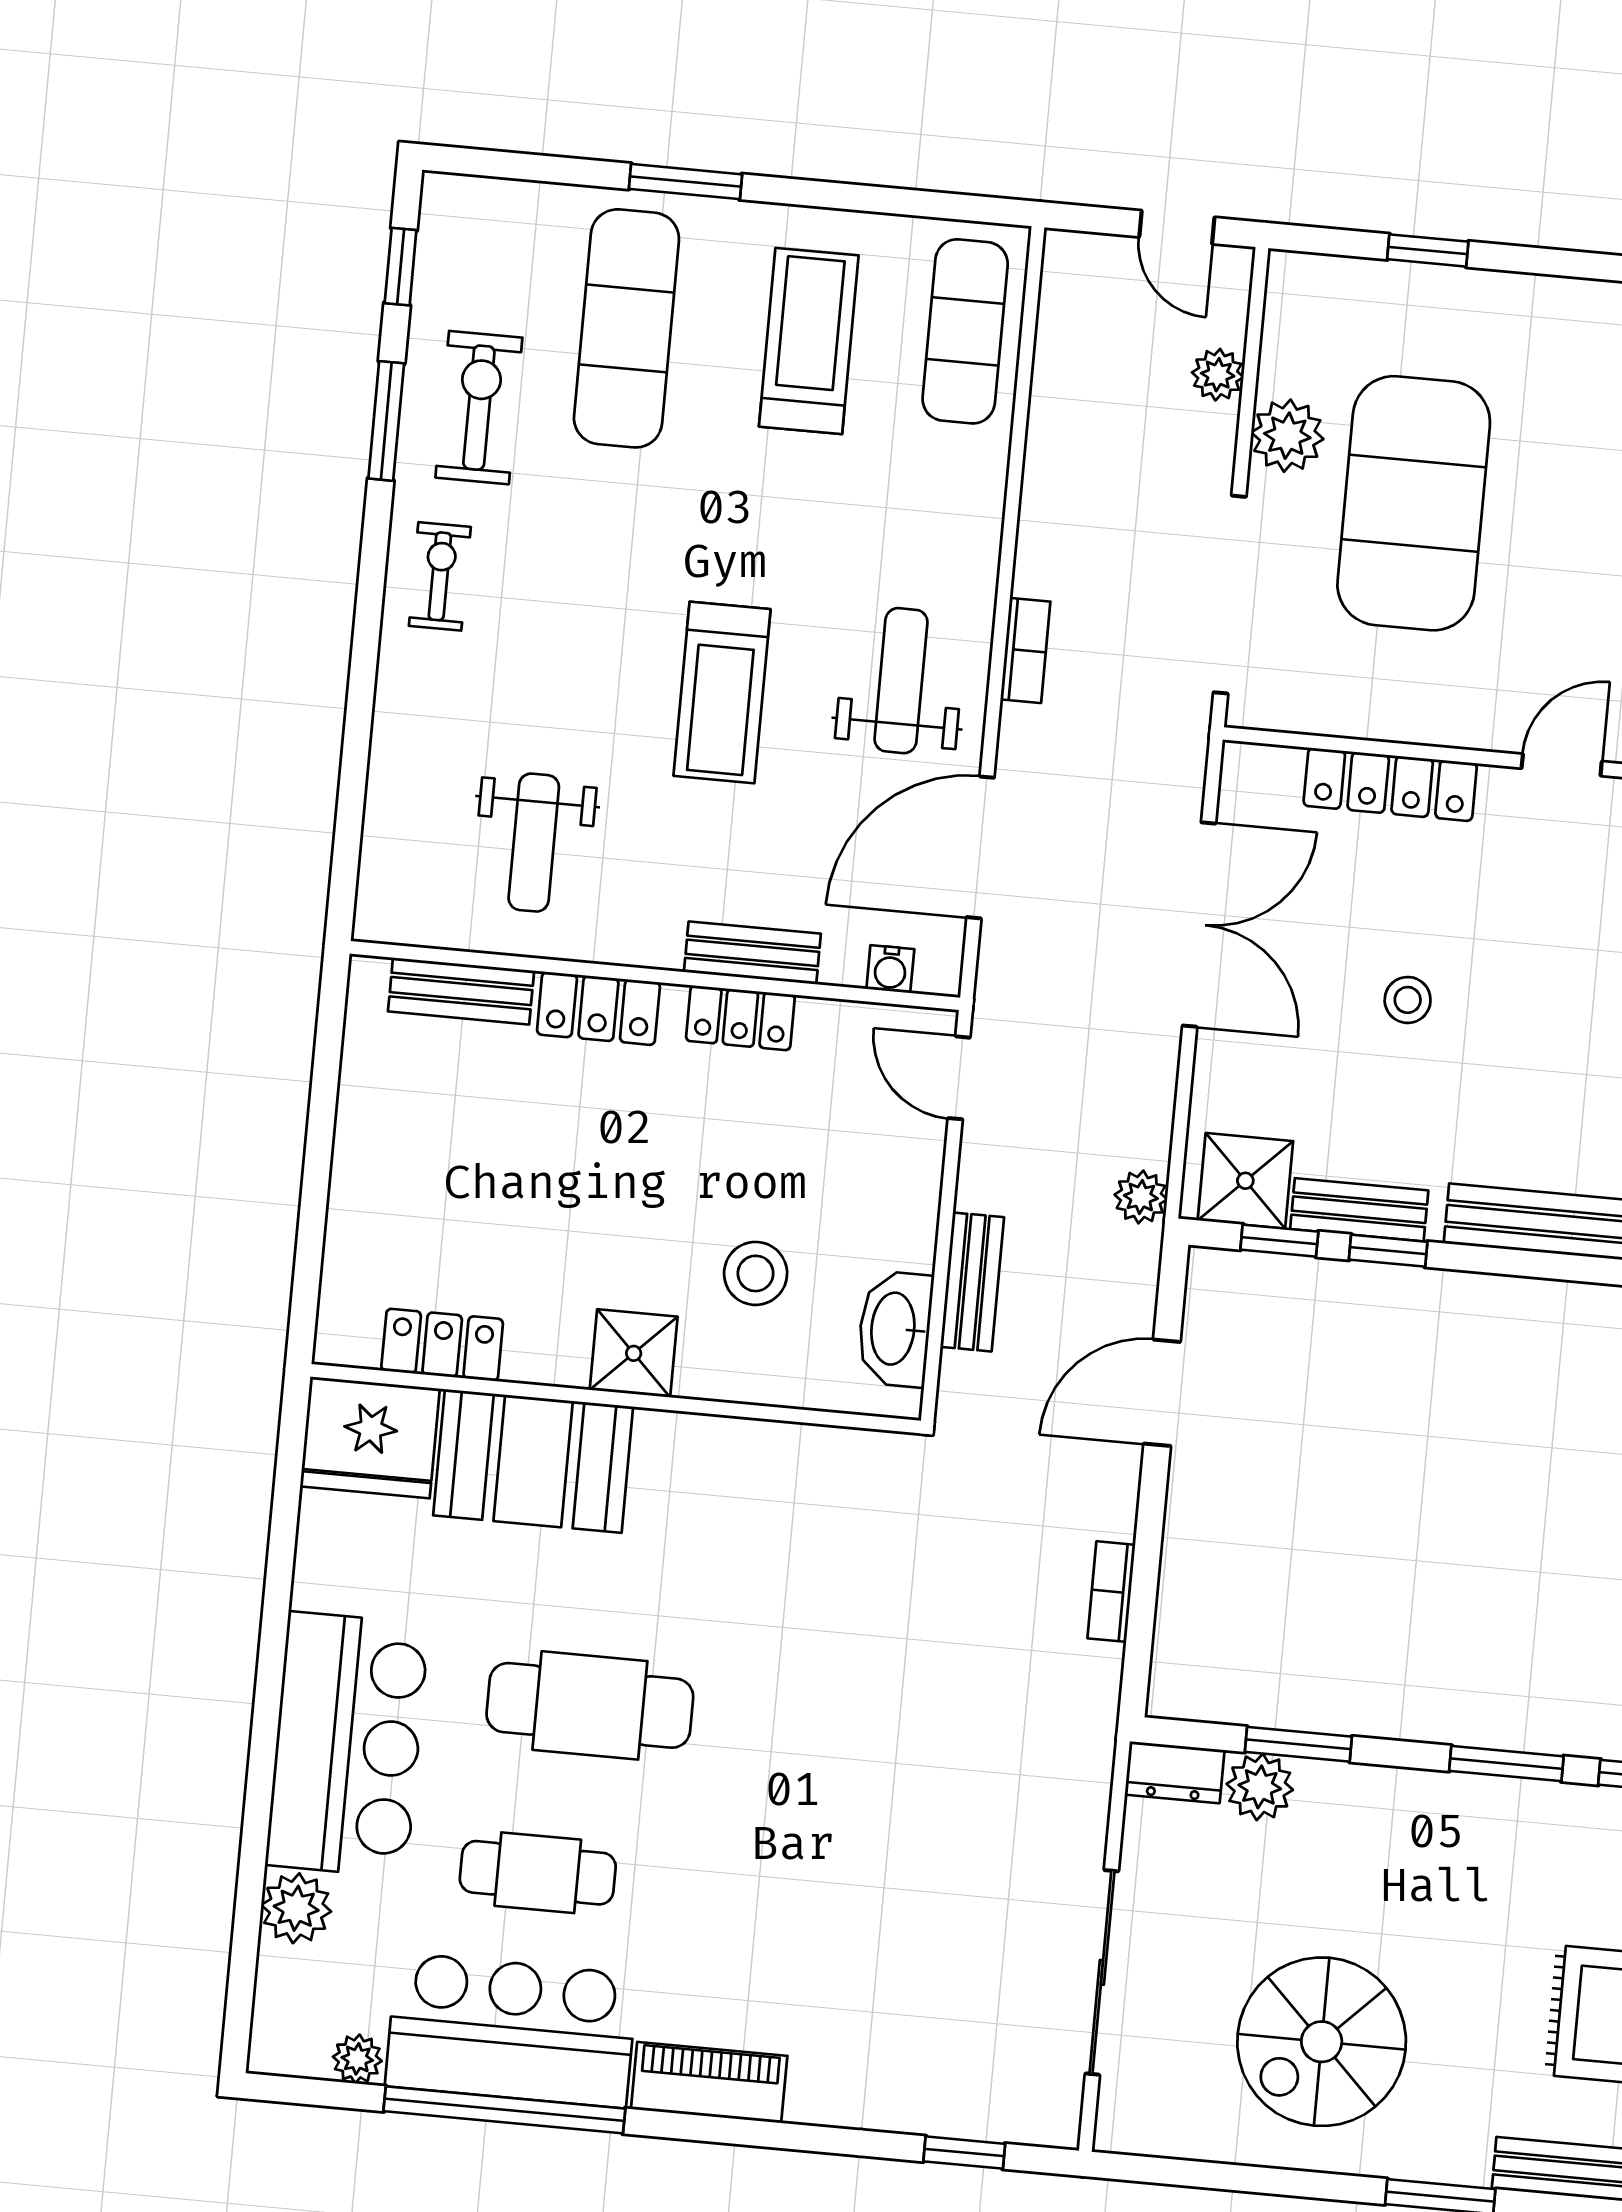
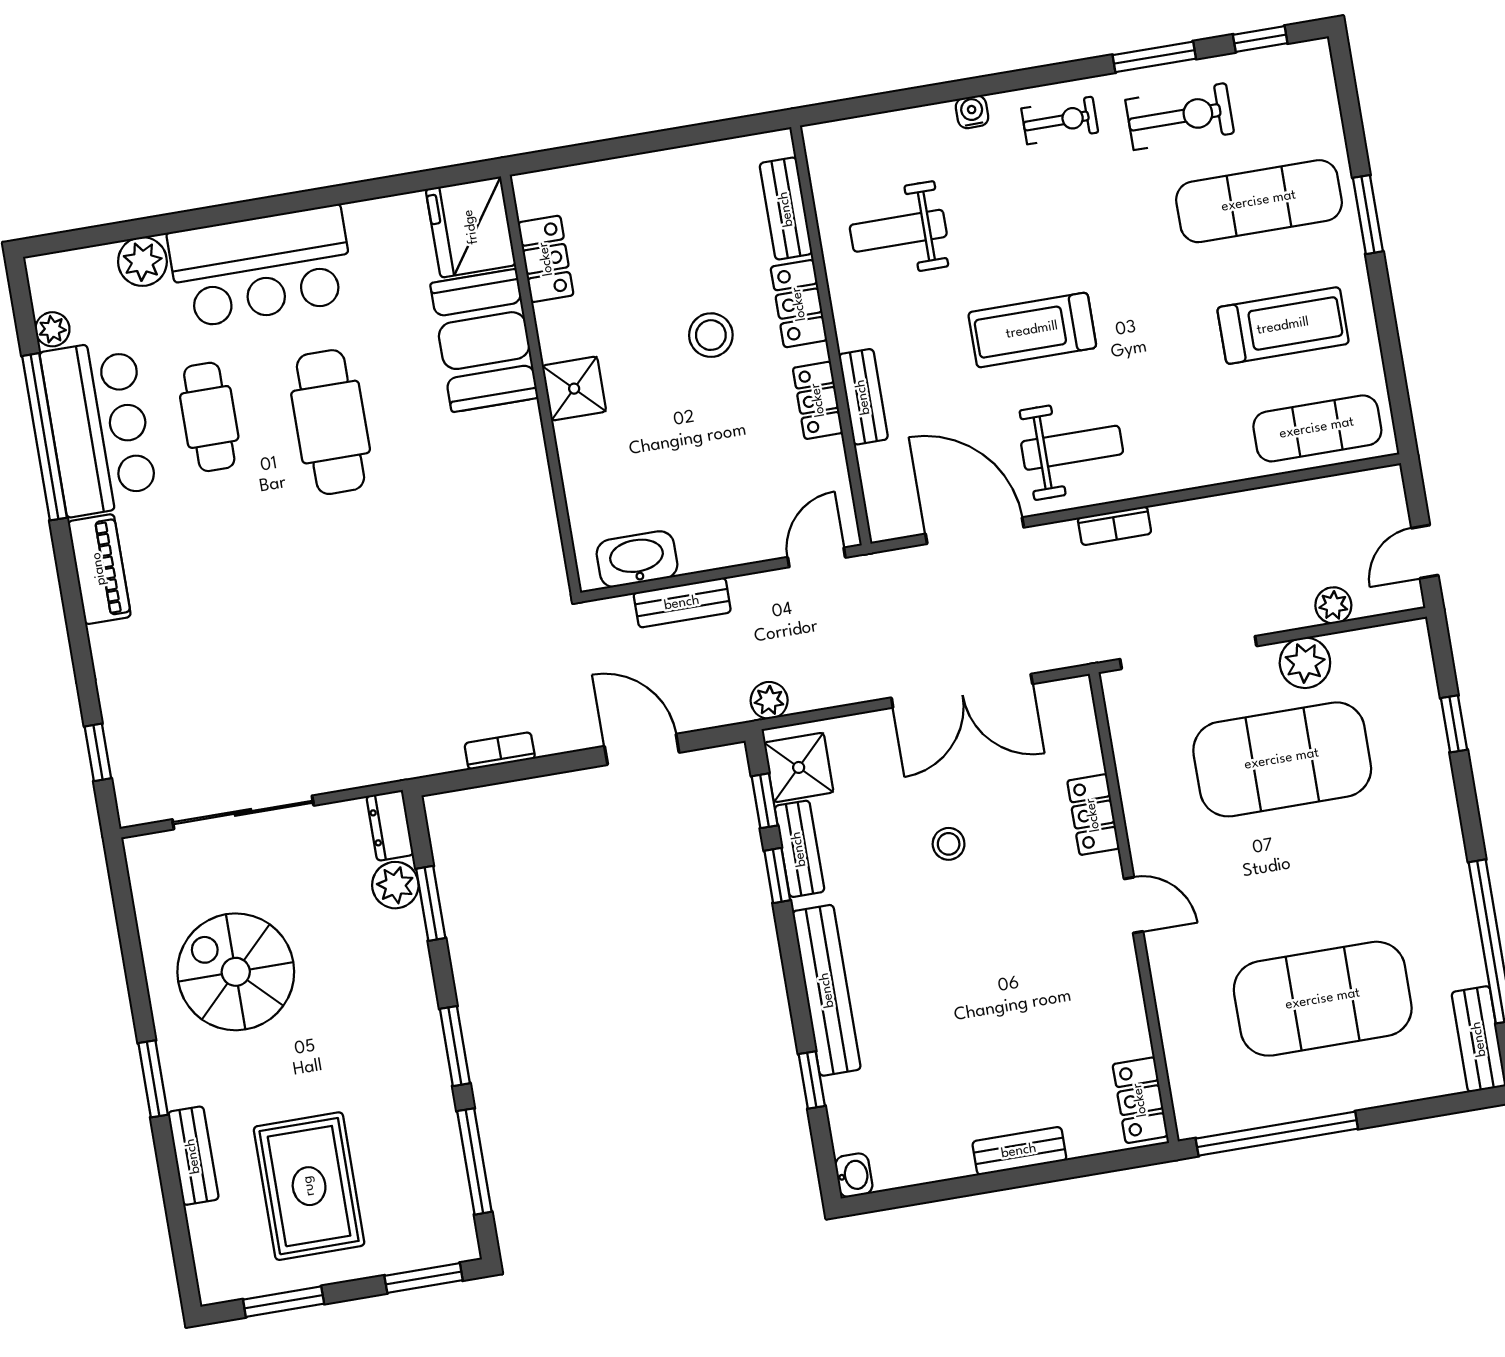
locker: (1390, 784) -> (1093, 815), width x0.66
water cooler: (890, 969) -> (972, 112), moved, turned 90
stool: (756, 1273) -> (711, 335), moved

